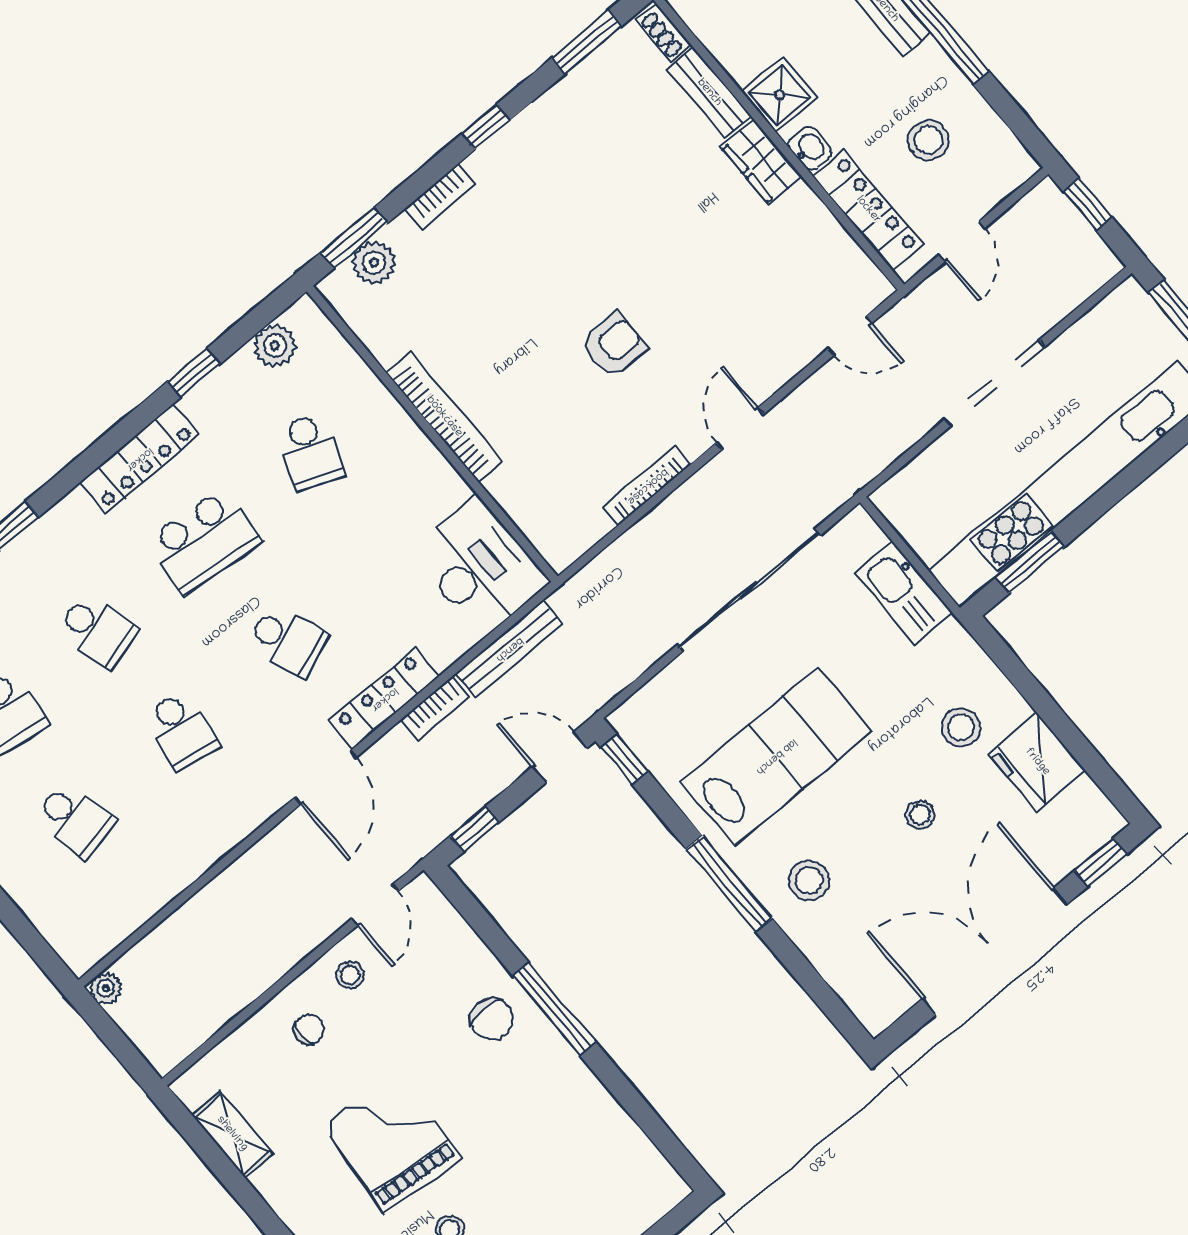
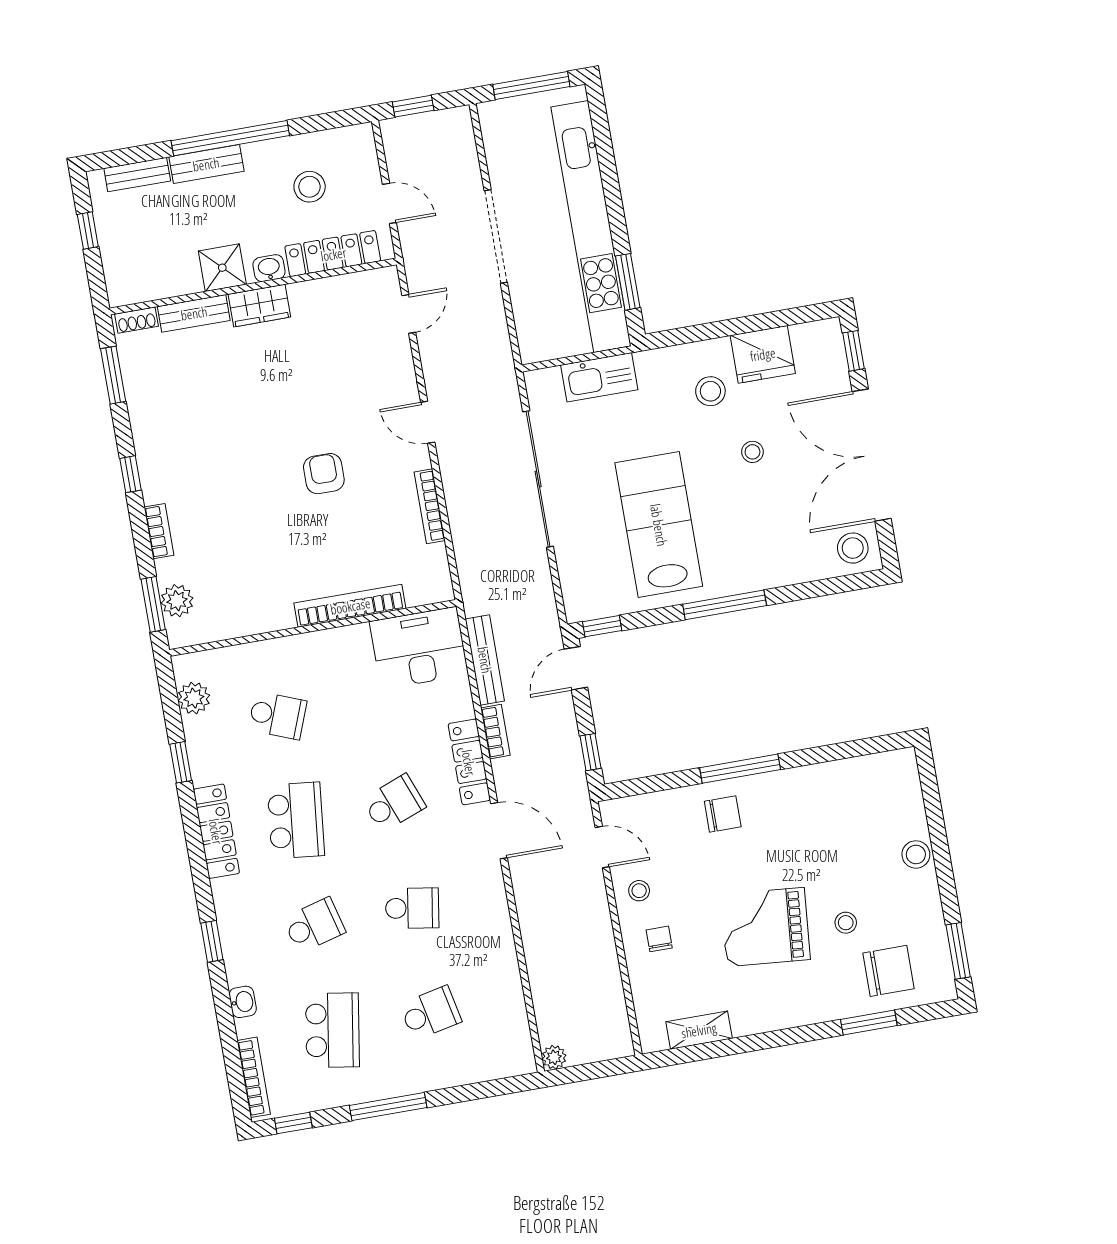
bookcase: (444, 417) -> (350, 606), moved
stool: (809, 880) -> (853, 548), moved

